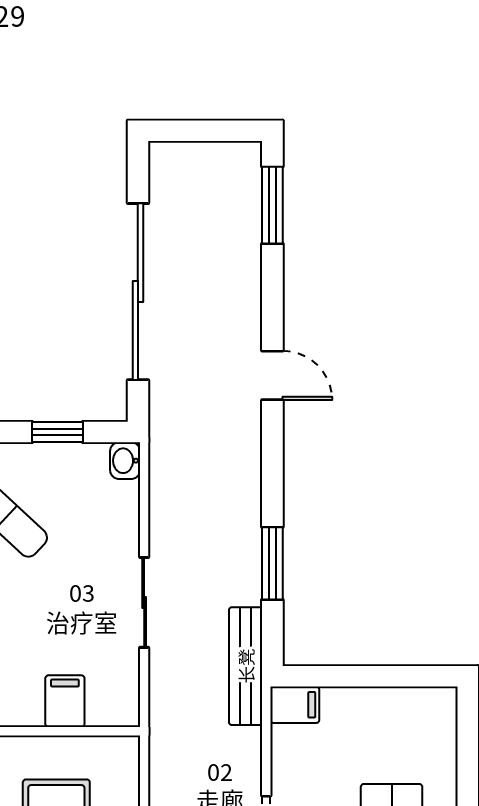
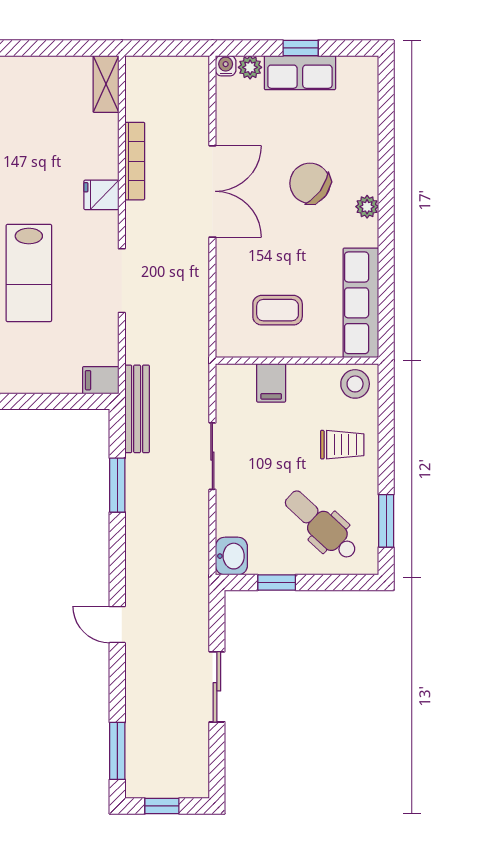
window: (212, 131) -> (162, 806), added
sliding door: (138, 292) -> (217, 687), width x0.54
washbasin: (125, 461) -> (231, 556), width x1.38, depth x1.45

